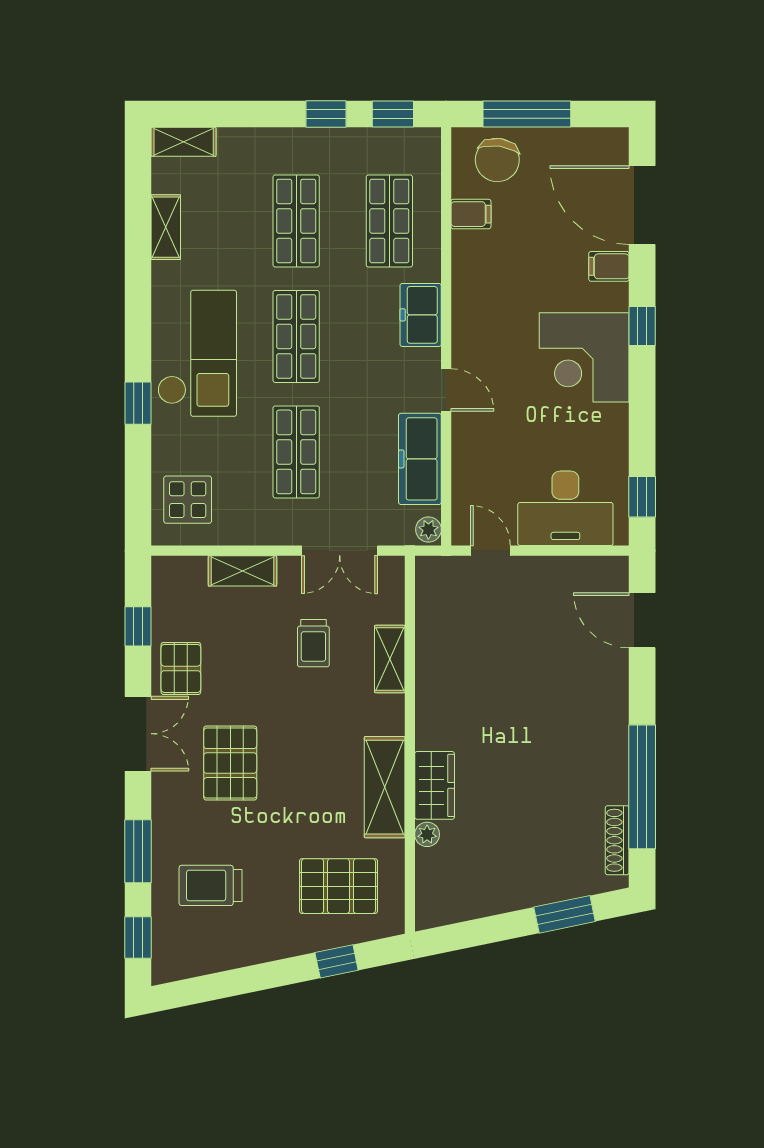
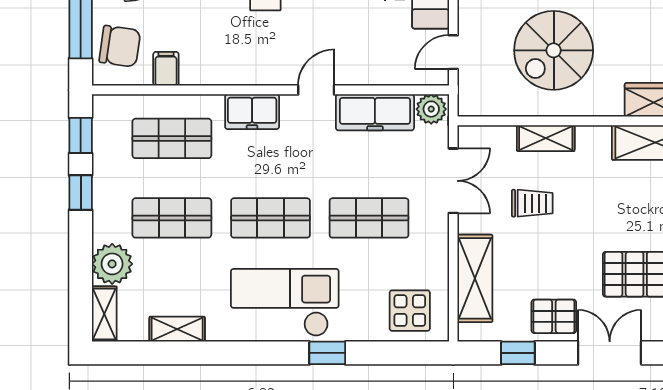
plant: (242, 151) -> (112, 264), added
plant: (428, 529) -> (431, 109), width x1.38, depth x1.38
shelving: (242, 571) -> (475, 278), width x1.50, depth x1.33
spiral stairs: (492, 668) -> (554, 50), added

